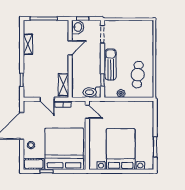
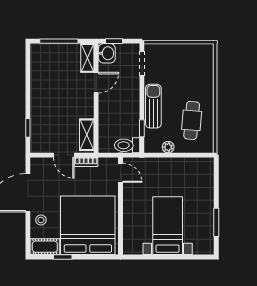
shelving: (28, 44) -> (87, 58), moved
bed with nightstands: (121, 149) -> (168, 226), width x0.73

